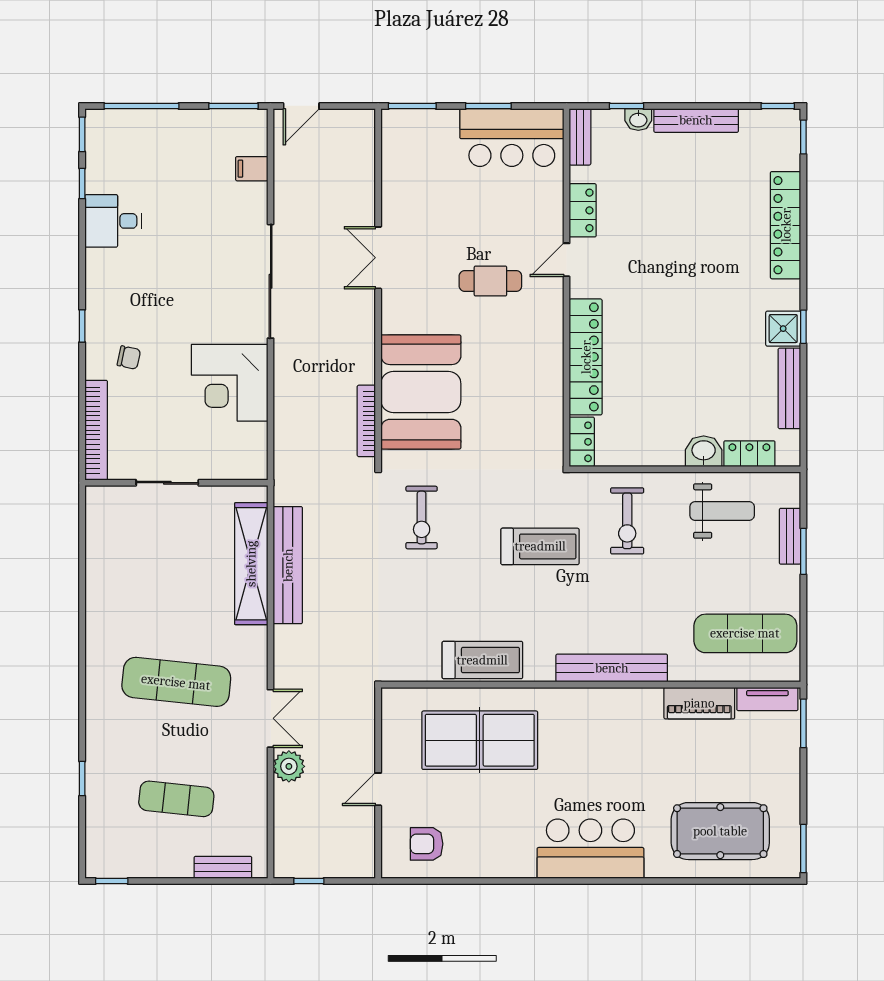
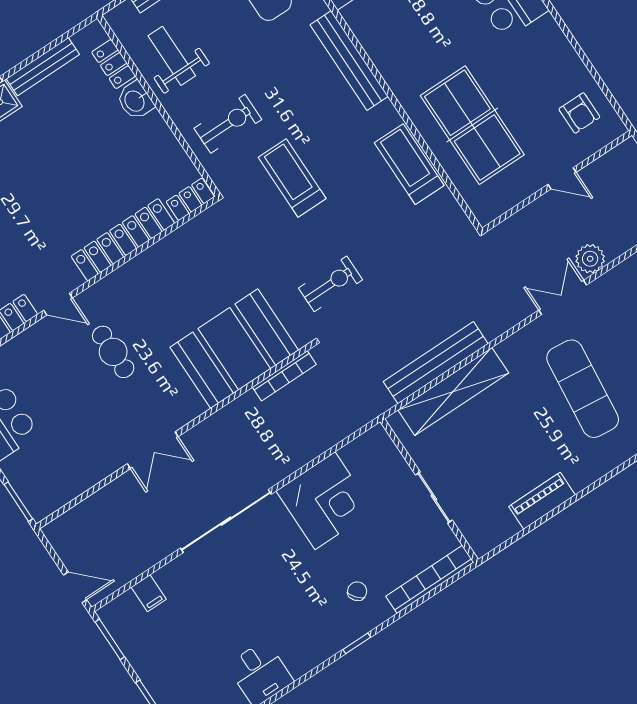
chair: (129, 358) -> (357, 591), turned 38
piano: (100, 578) -> (542, 501), added

